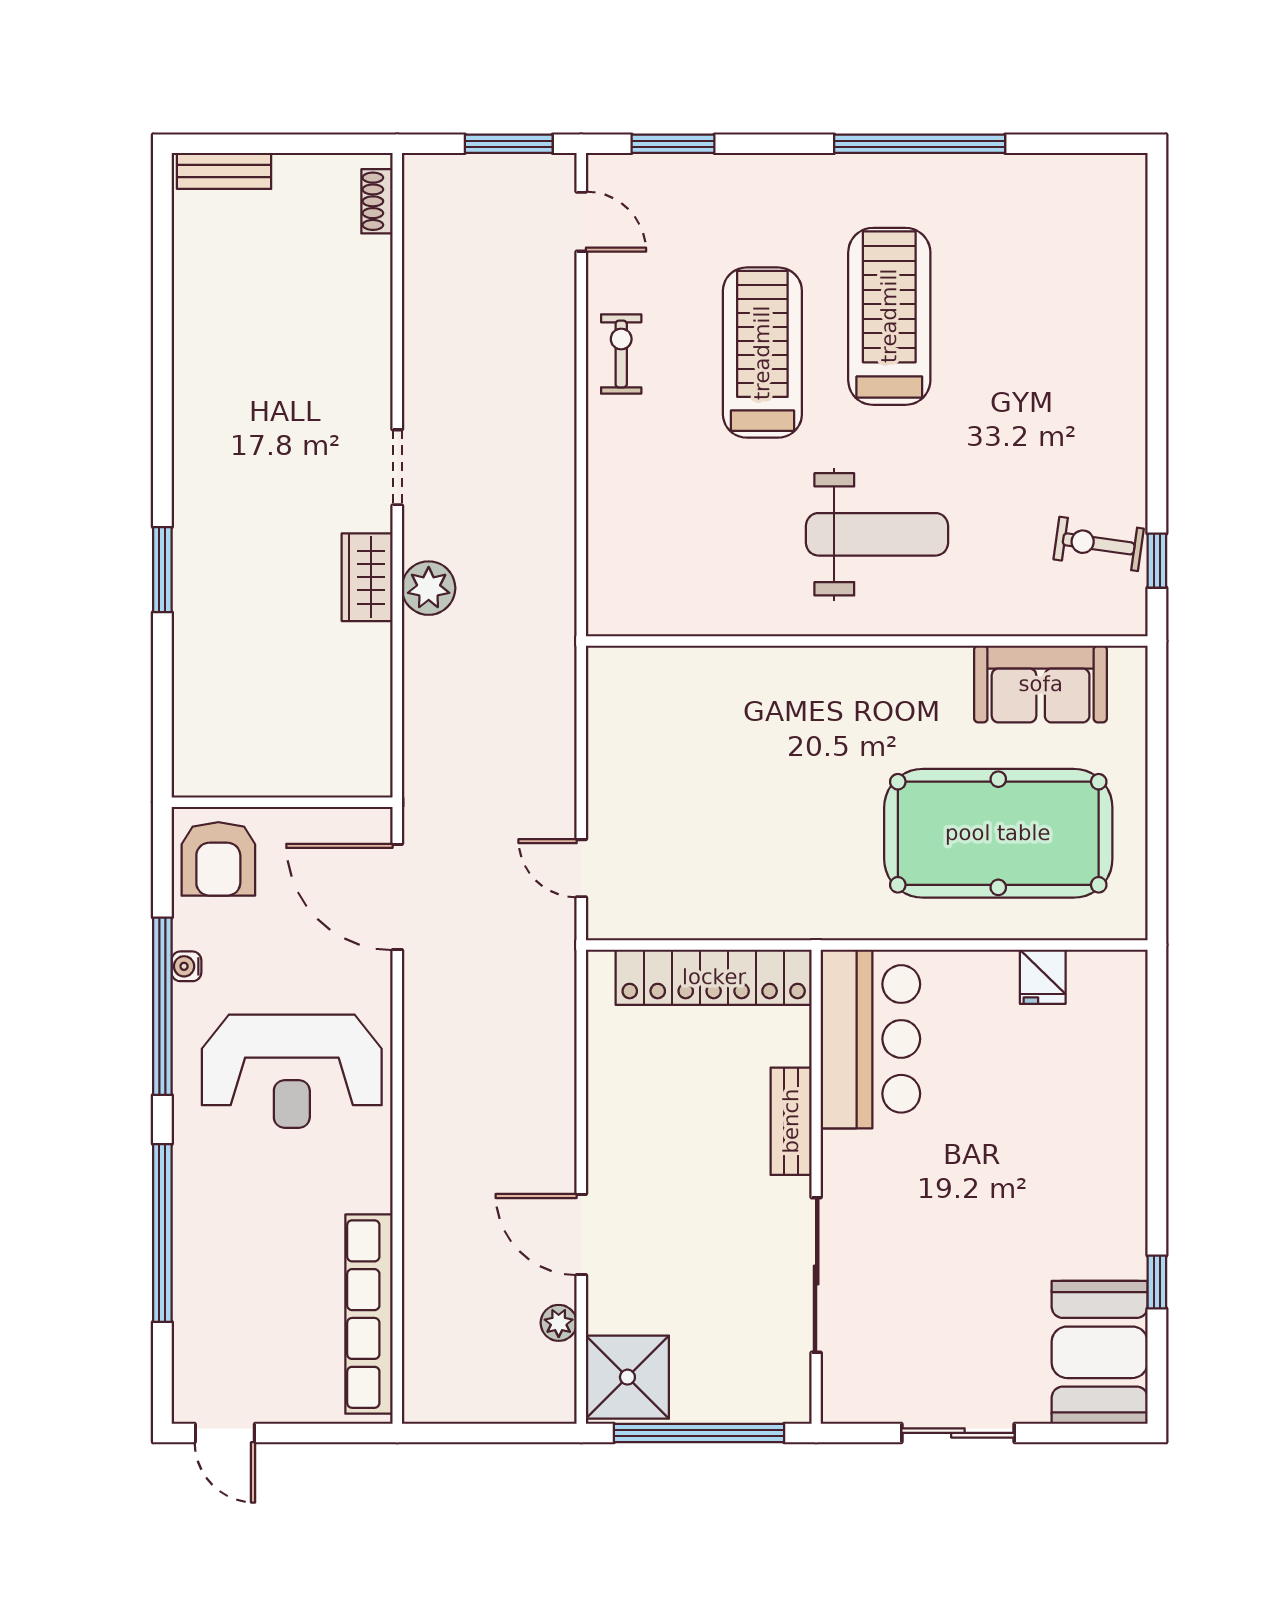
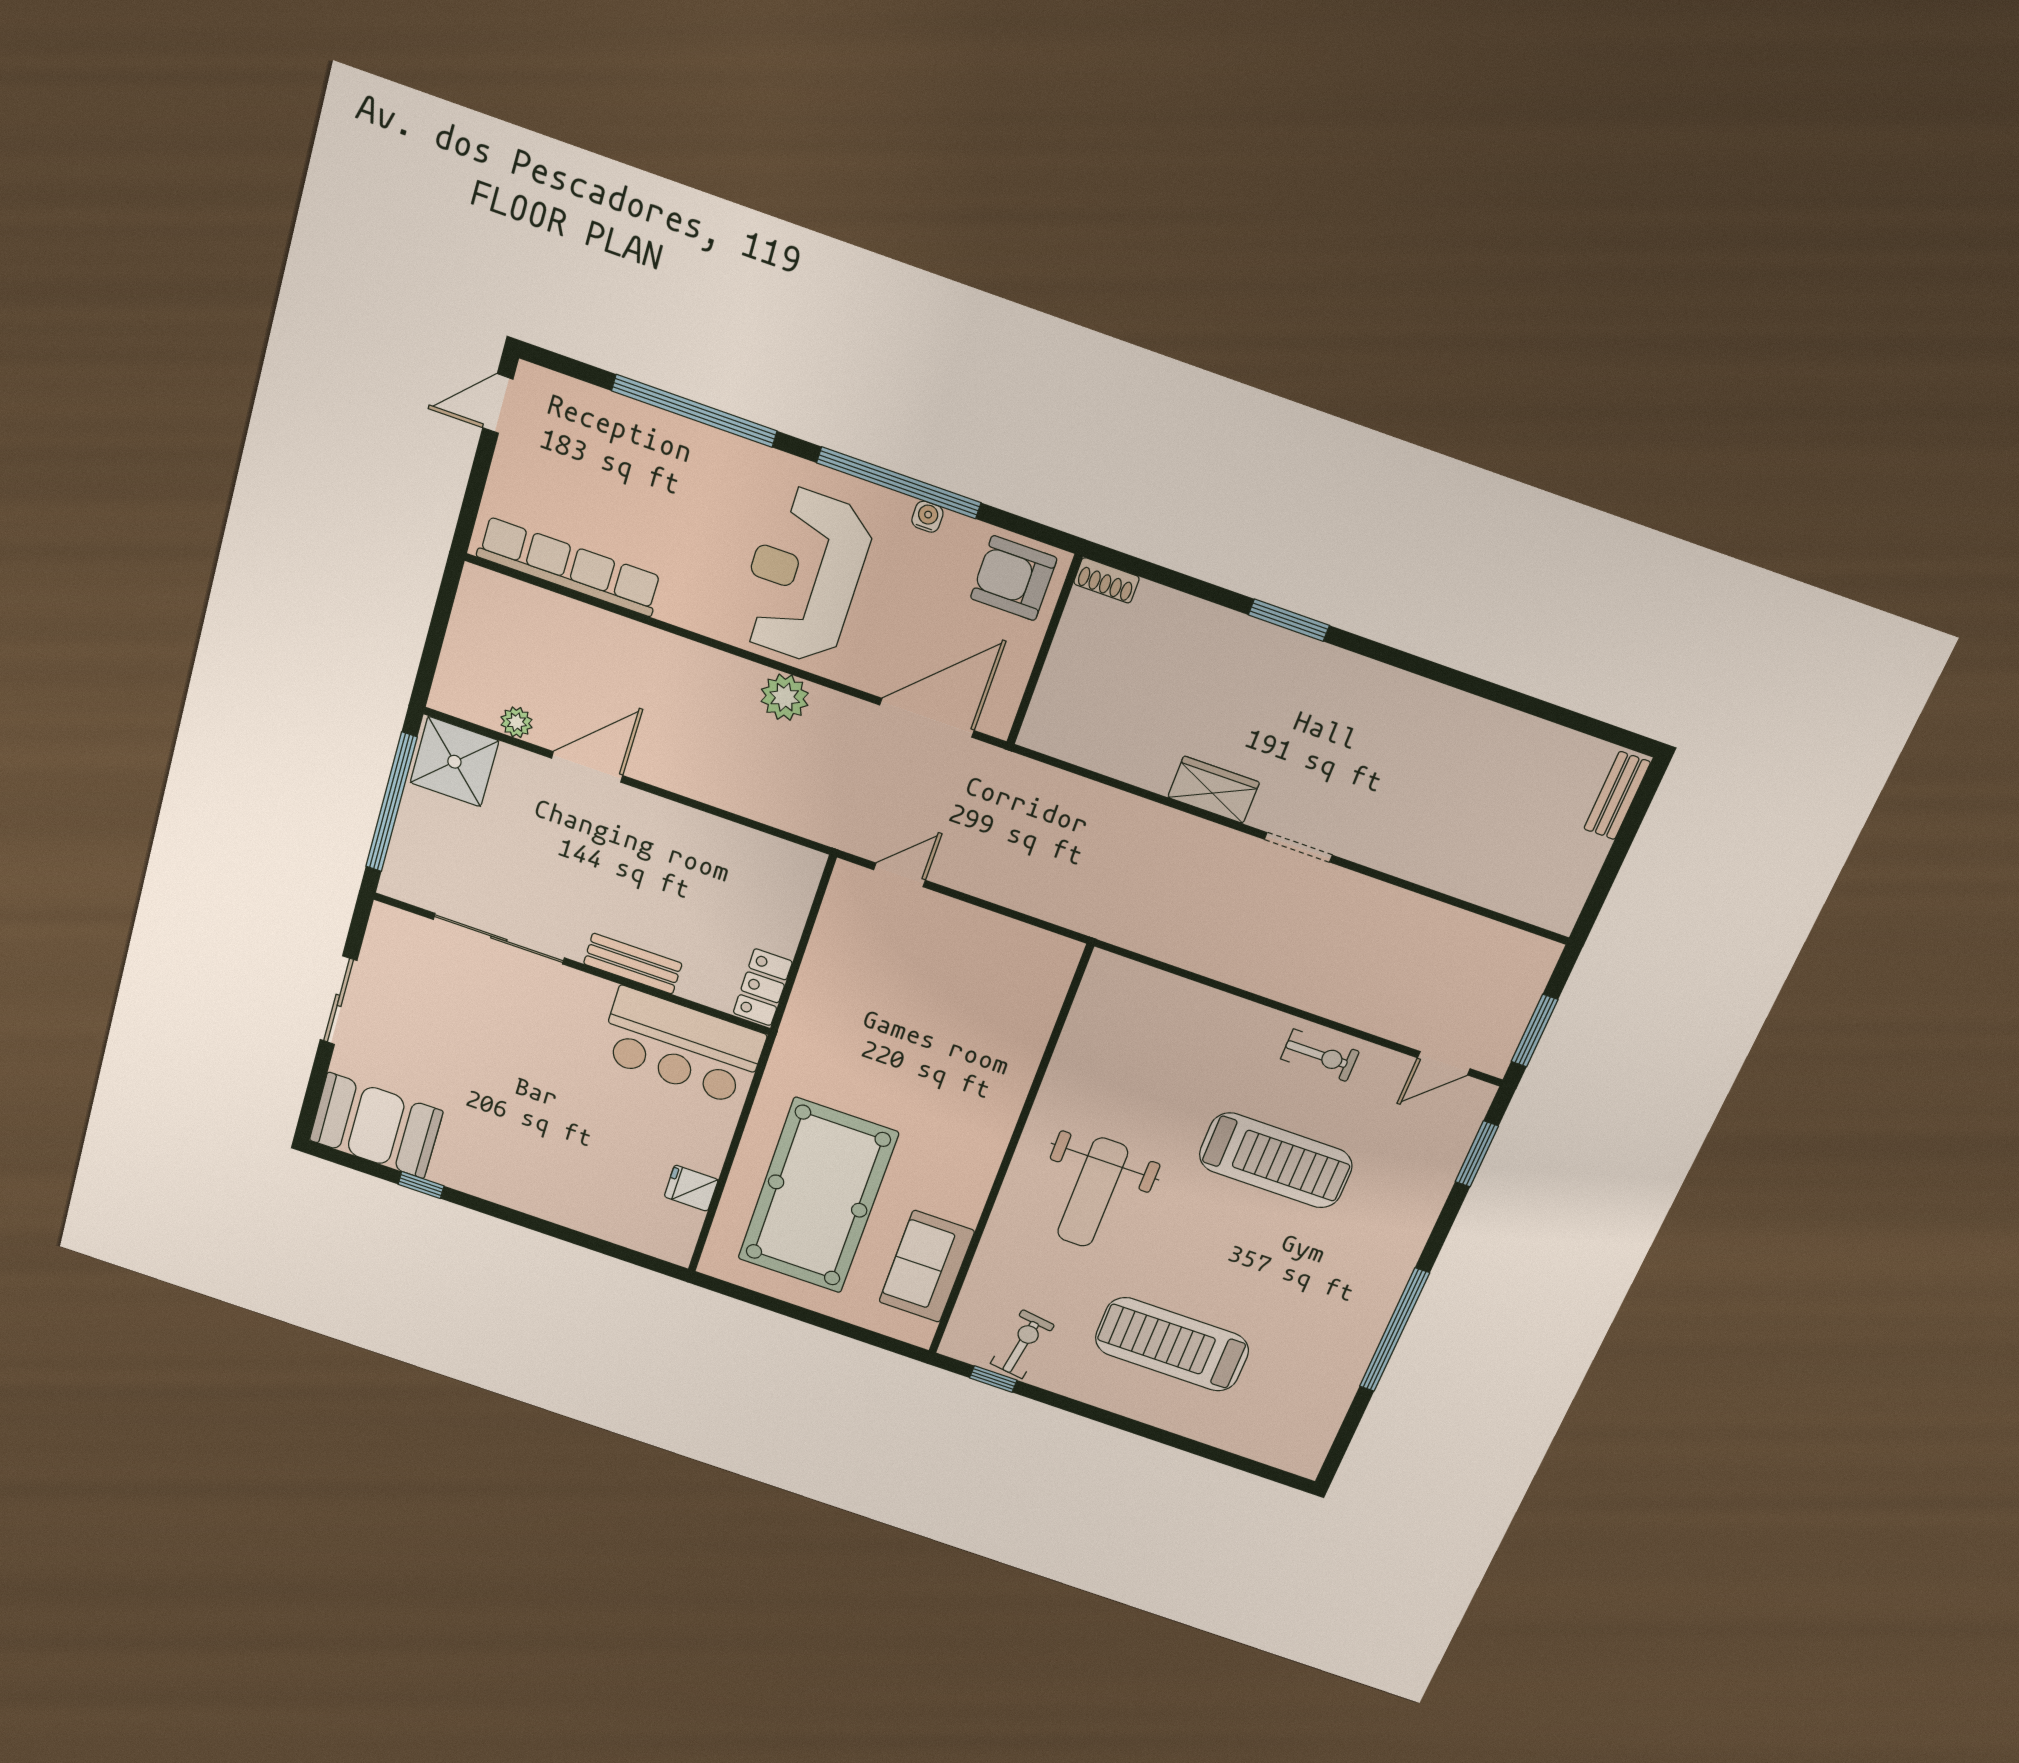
shoe rack: (377, 201) -> (1106, 580), moved, turned 180
treadmill: (889, 316) -> (1172, 1344), moved, turned 180
plant: (429, 588) -> (785, 697), moved
locker: (714, 977) -> (763, 987), width x0.46, depth x0.83

